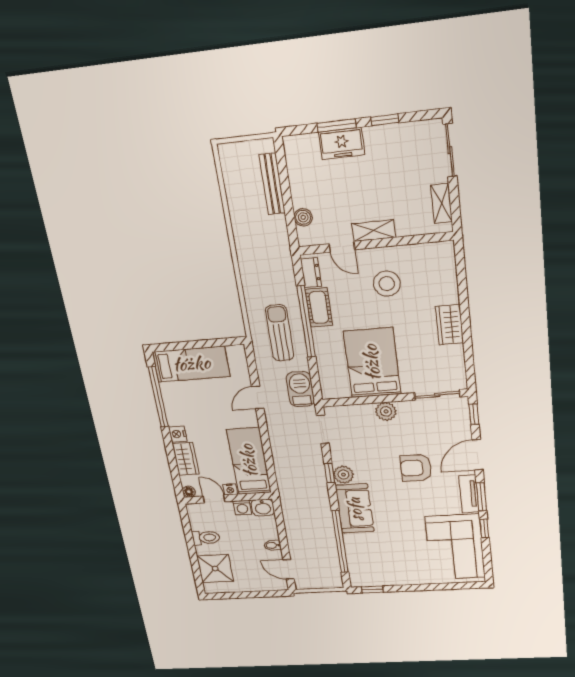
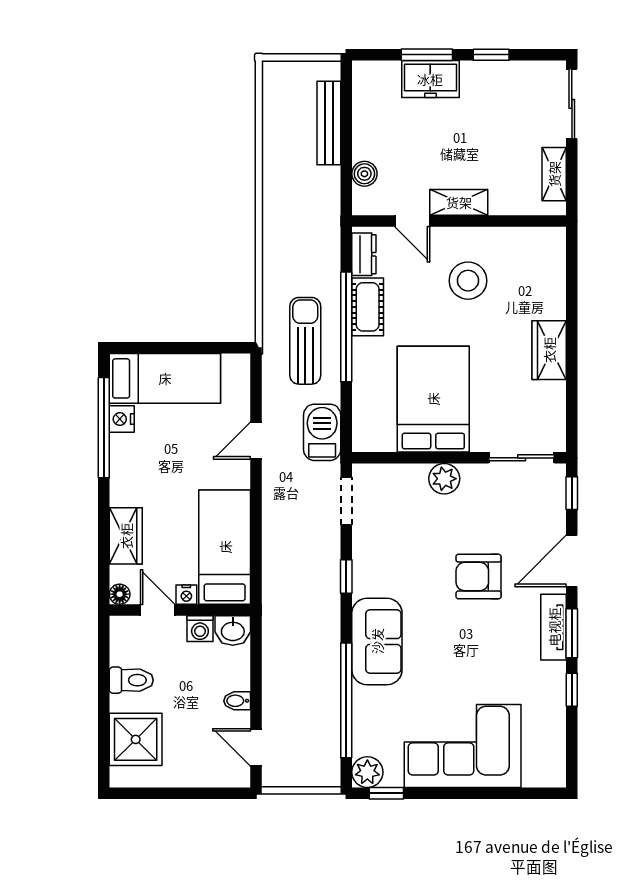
nightstand: (178, 434) -> (122, 419), moved
plant: (344, 475) -> (367, 772), moved
corner sofa: (455, 547) -> (463, 746), moved, turned 90

